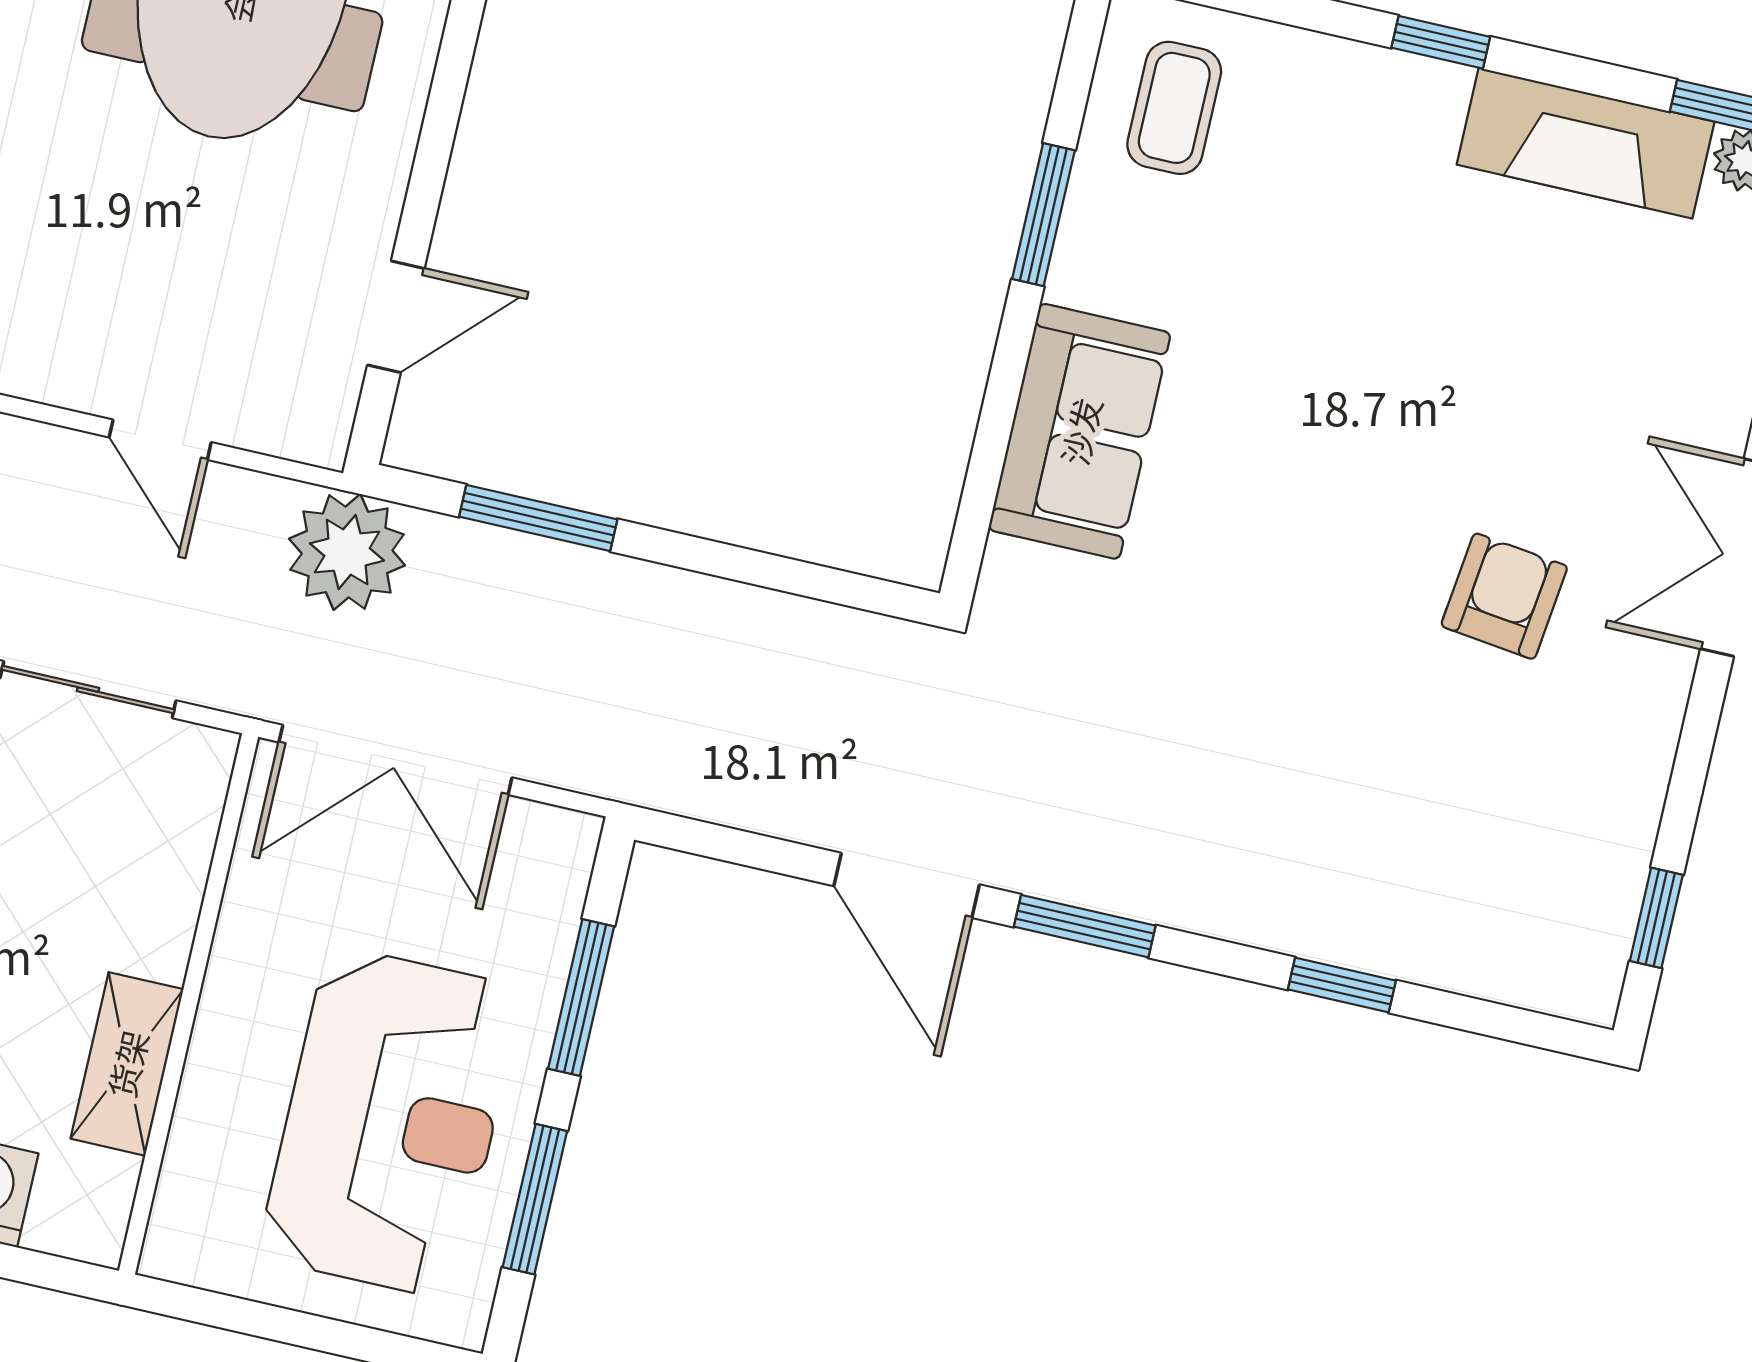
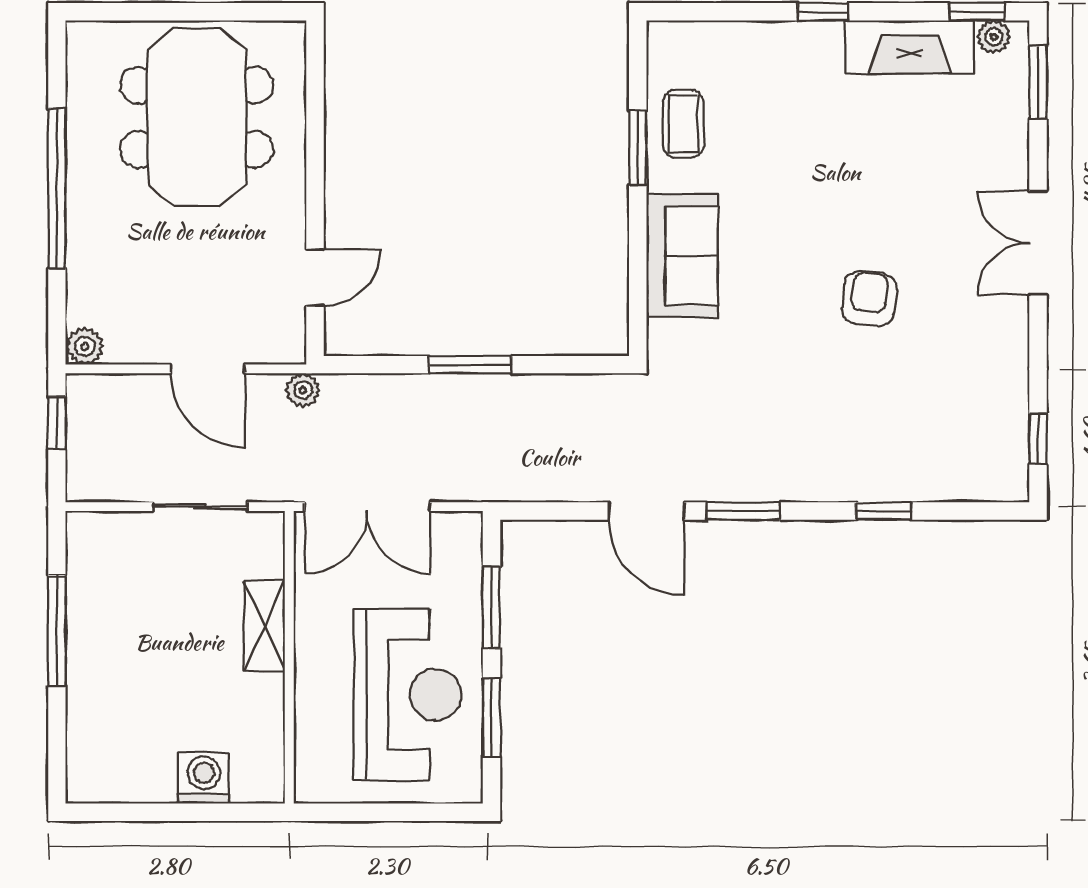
coffee table: (1174, 108) -> (683, 124), moved
door: (160, 440) -> (208, 369), width x1.38
window: (538, 518) -> (470, 365), moved
plant: (347, 552) -> (303, 390), width x0.53, depth x0.53
armchair: (1504, 596) -> (869, 299), moved
shelving: (127, 1064) -> (265, 626), moved

